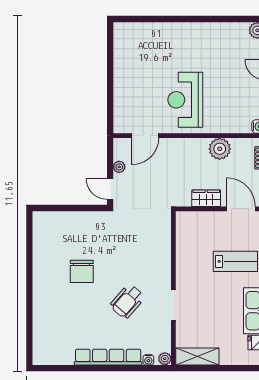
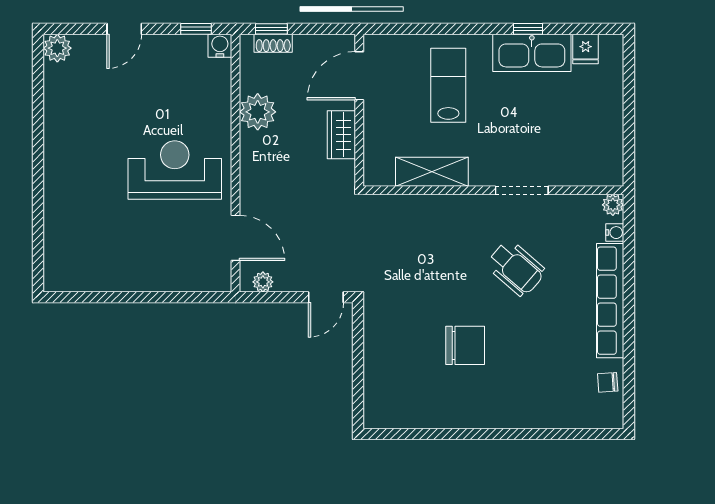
reception desk: (185, 100) -> (175, 170), turned 180
plant: (119, 167) -> (263, 282), moved
chair: (60, 356) -> (608, 382), added
shelving: (197, 356) -> (432, 172), moved, turned 90

